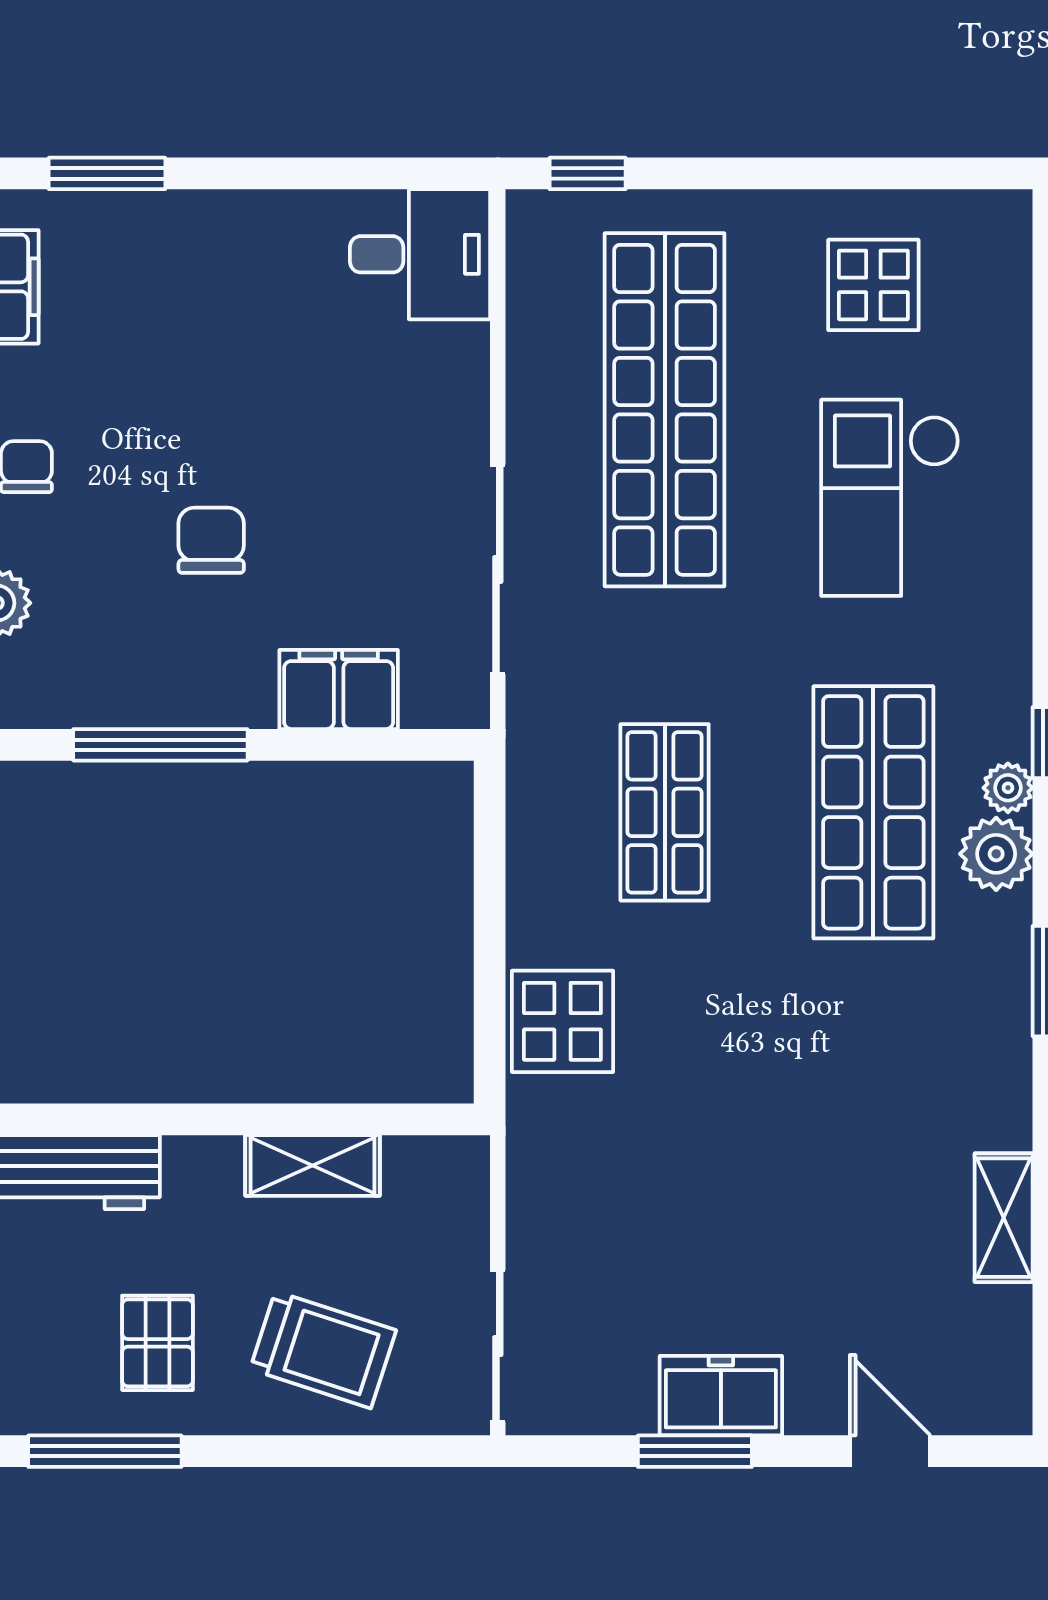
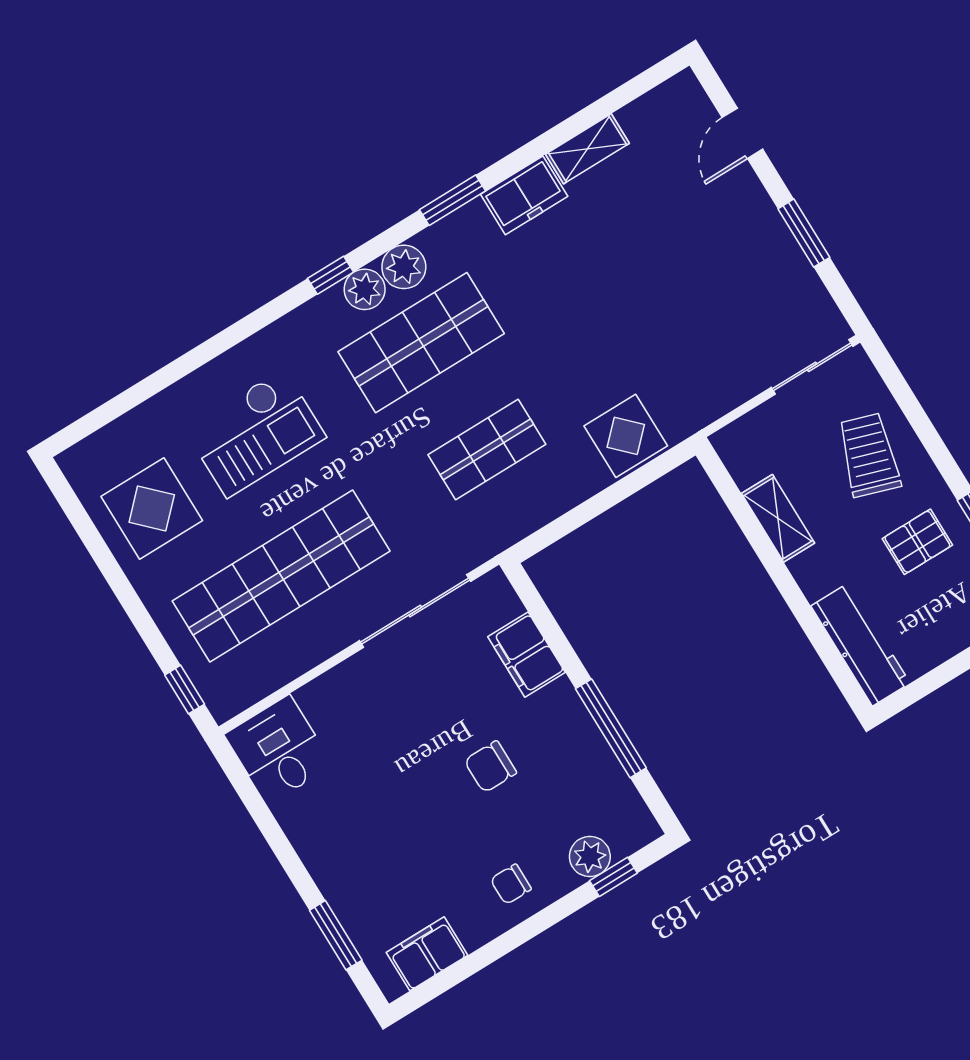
display table: (873, 285) -> (152, 509), width x1.36, depth x1.36
plant: (1008, 788) -> (365, 289), width x1.38, depth x1.38
freezer: (721, 1396) -> (524, 195), moved, turned -90

